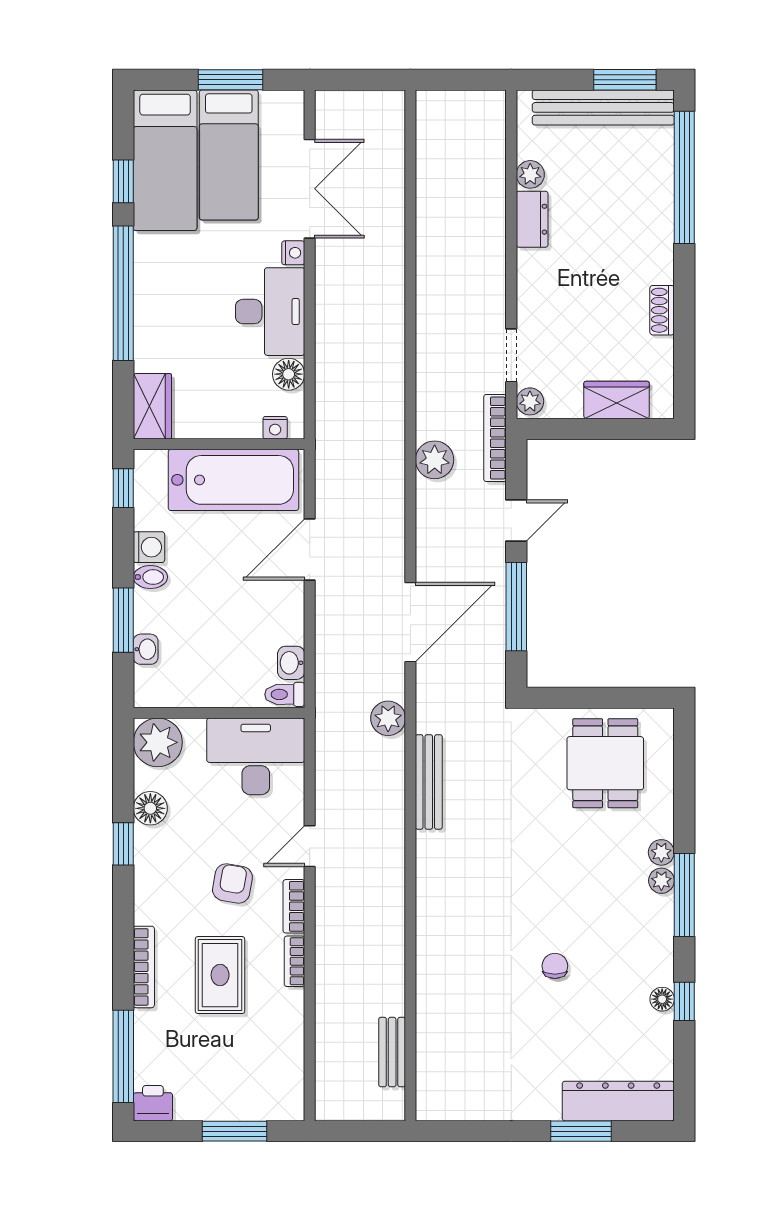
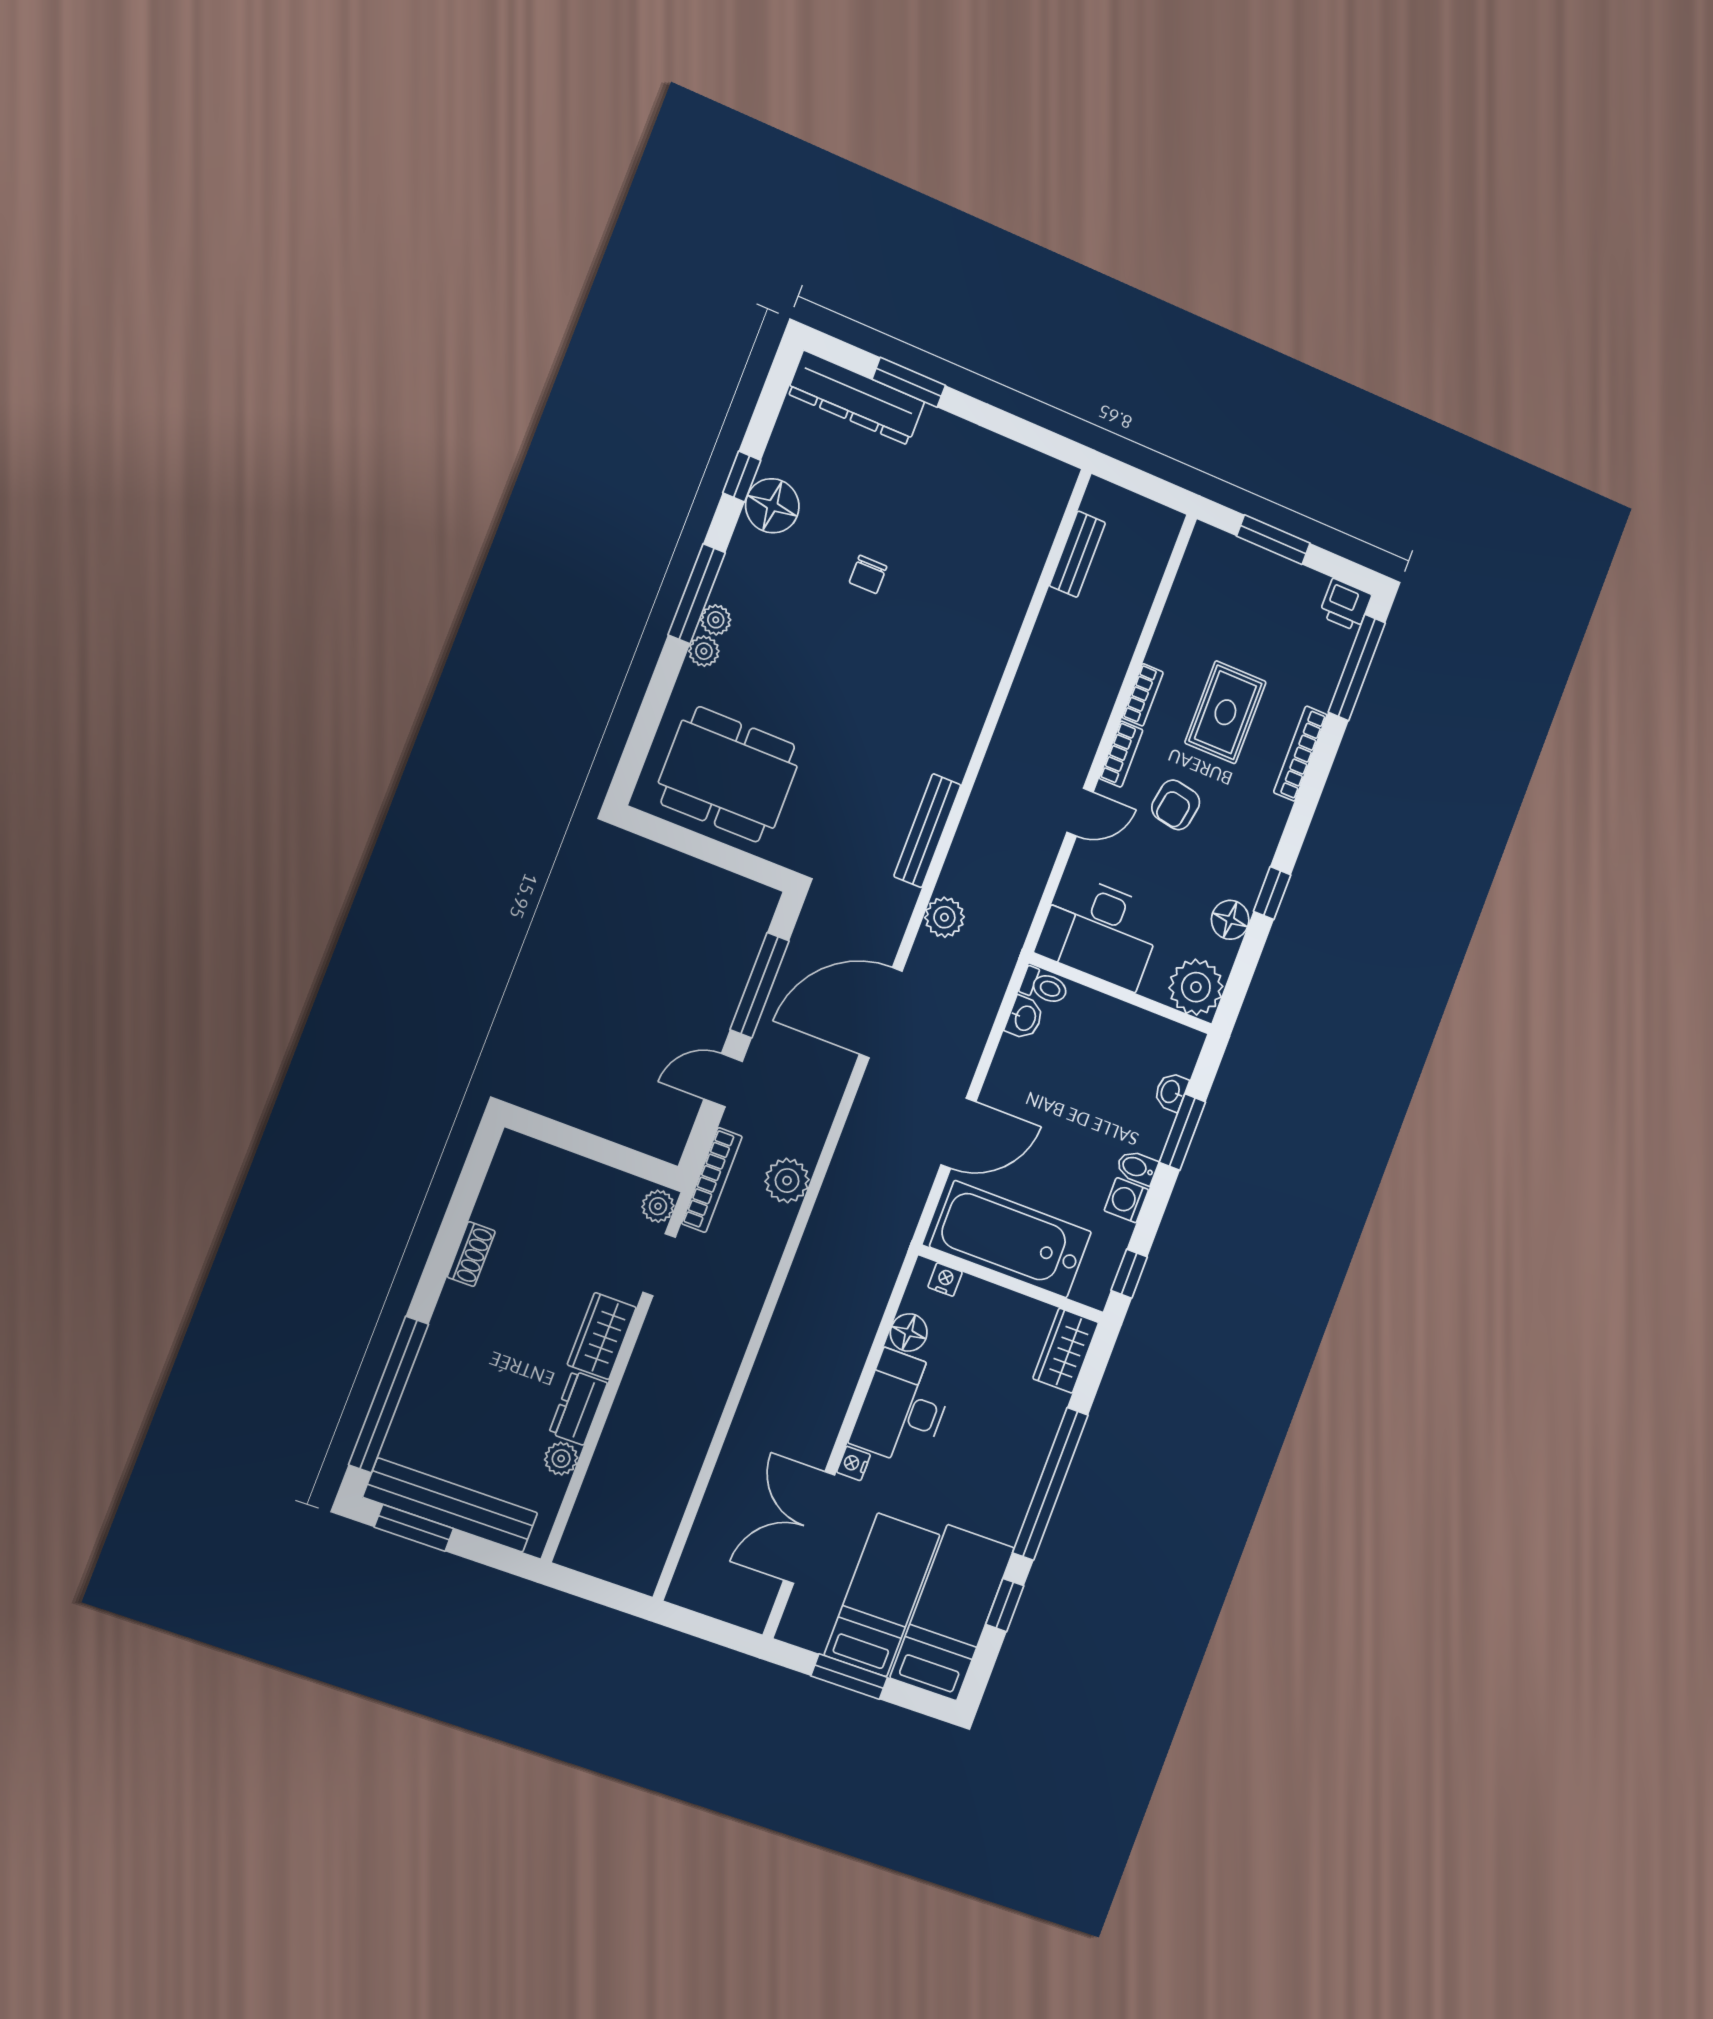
wardrobe: (617, 400) -> (602, 1336), moved, turned 90
dining table: (605, 763) -> (728, 774), width x1.38
floor lamp: (662, 999) -> (772, 506), width x1.89, depth x1.89

